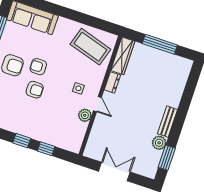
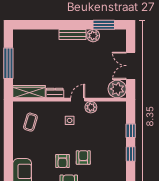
coffee table: (90, 47) -> (30, 122), width x0.54, depth x0.58
plant: (95, 149) -> (117, 89), added

